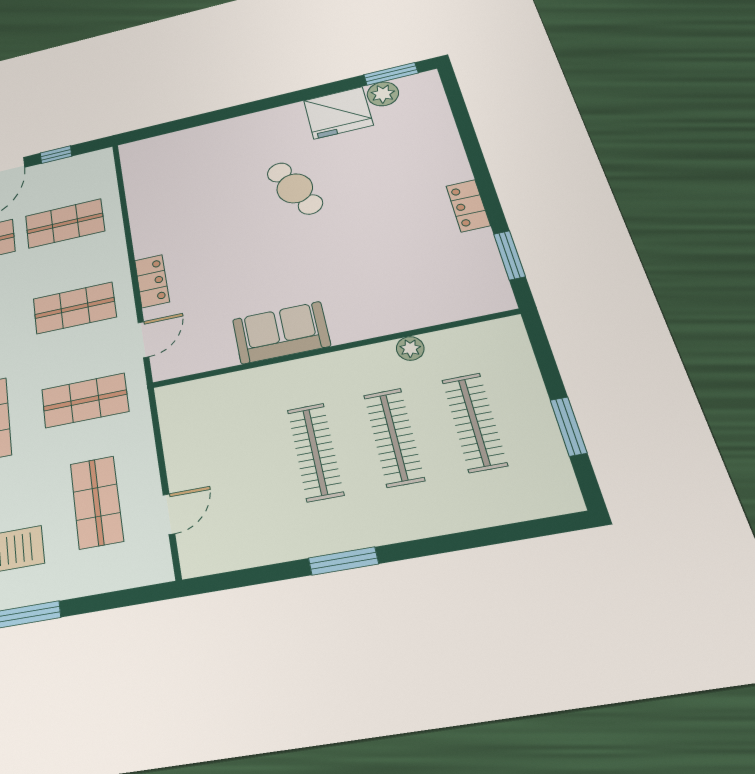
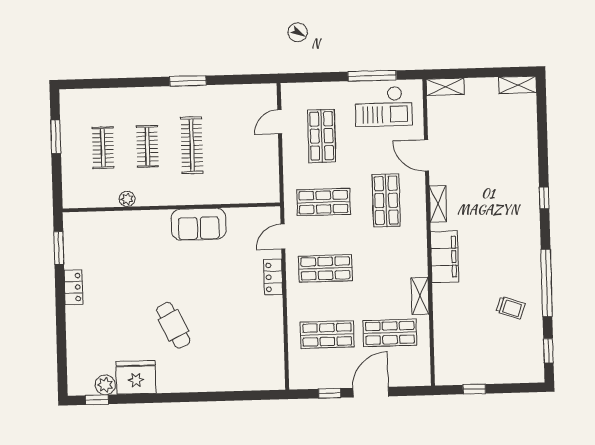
window: (391, 74) -> (97, 400), width x0.67
clothes rail: (474, 422) -> (103, 148), width x0.73
clothes rail: (394, 437) -> (147, 146), width x0.73

